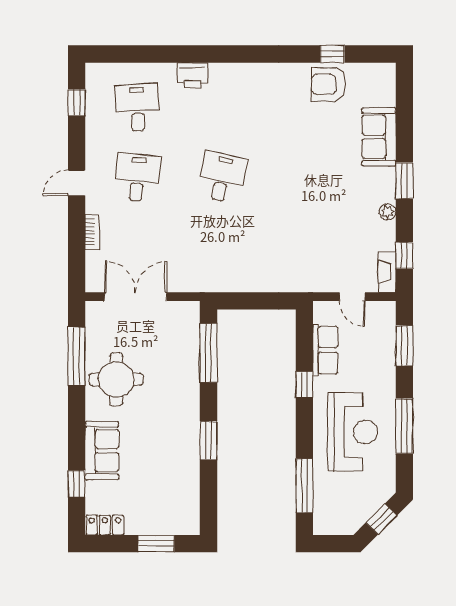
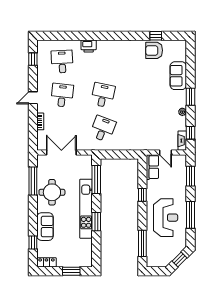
desk: (222, 247) -> (103, 129), added
row of seats: (325, 350) -> (152, 167), moved
kitchen unit: (187, 413) -> (86, 209), added

